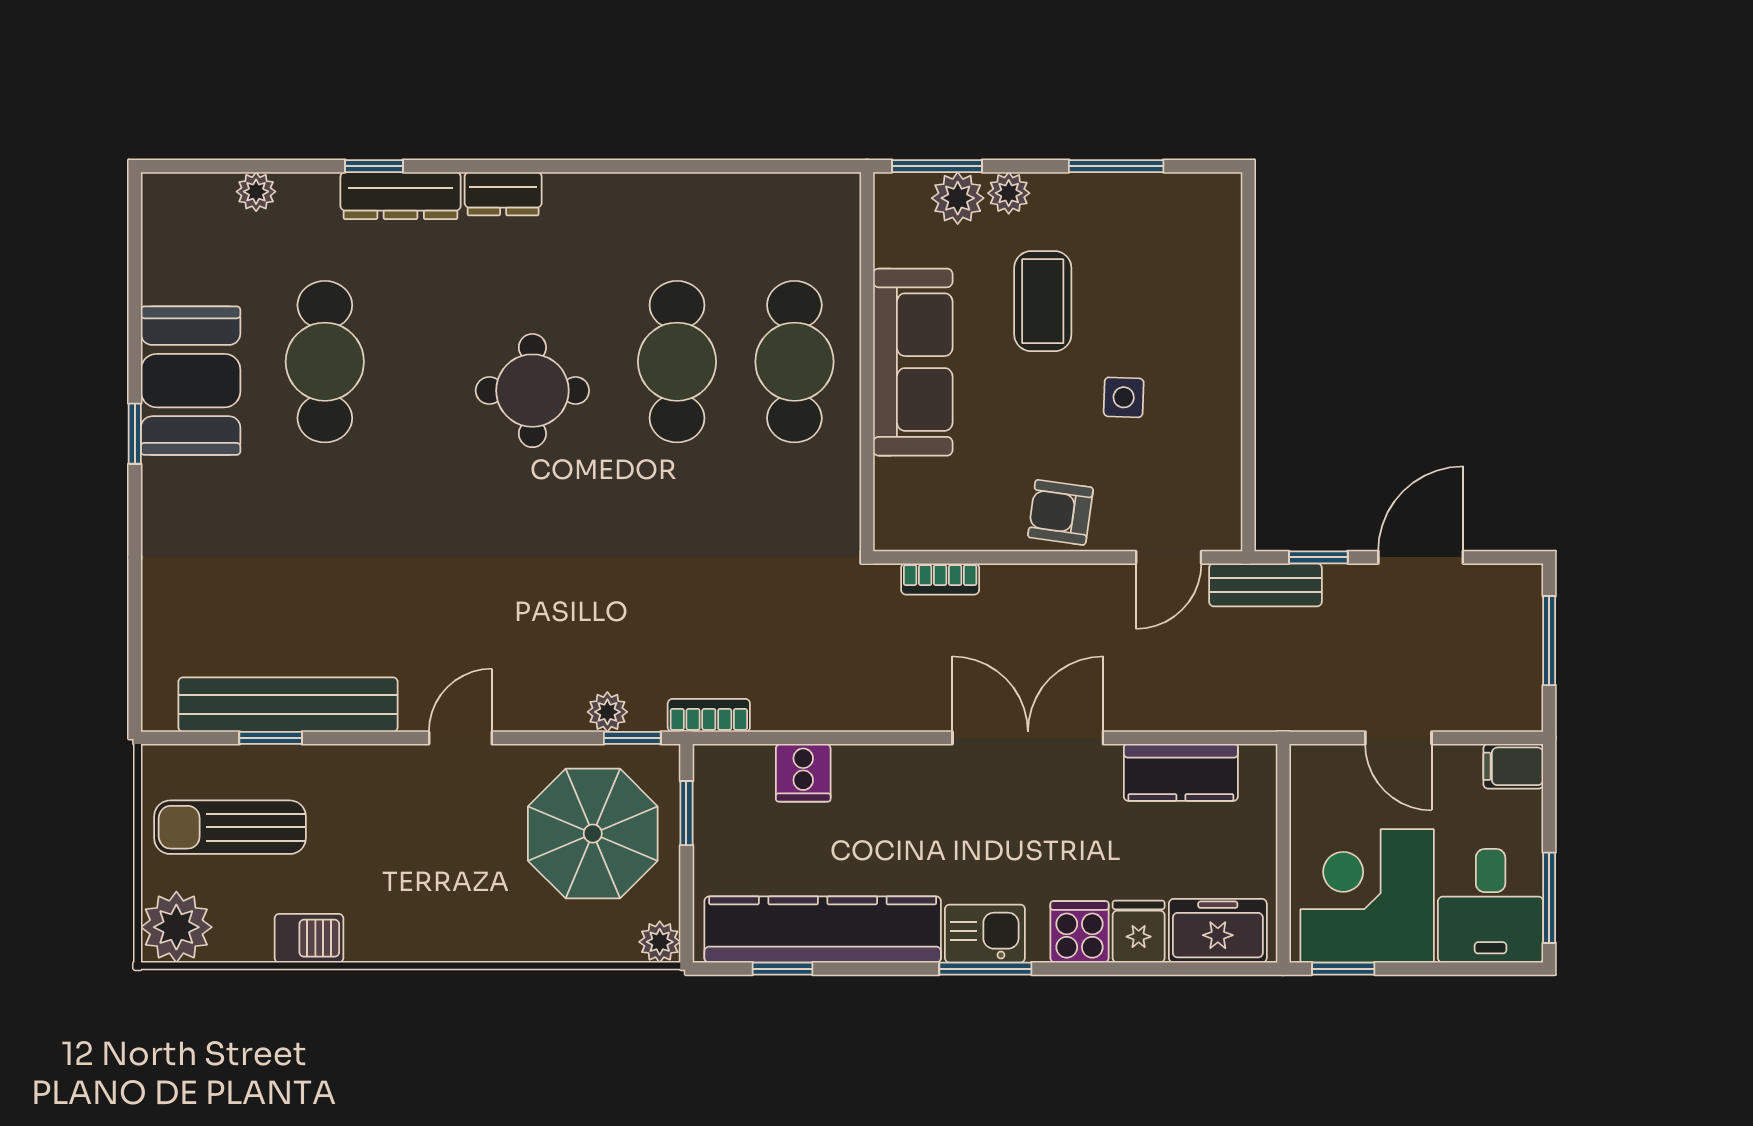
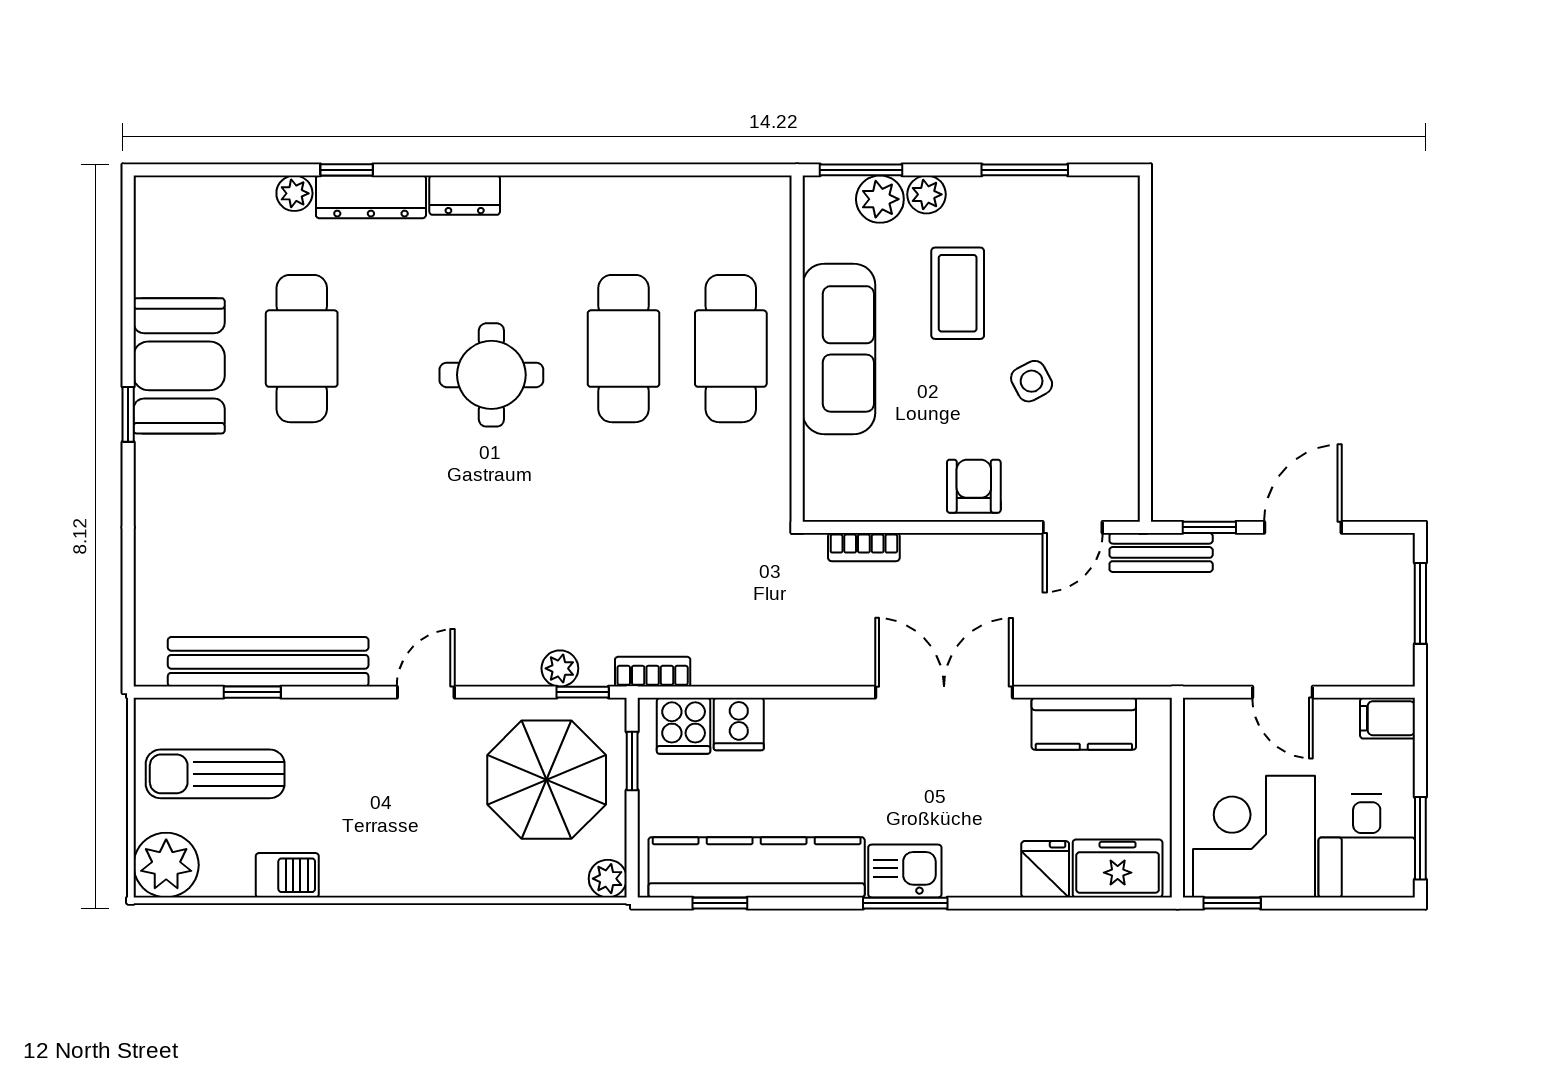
plant: (256, 192) -> (294, 193), moved
side table: (1124, 397) -> (1032, 381), turned -30
armchair: (1060, 512) -> (974, 486), turned 82
cooker: (1080, 932) -> (684, 726), moved, turned 180

